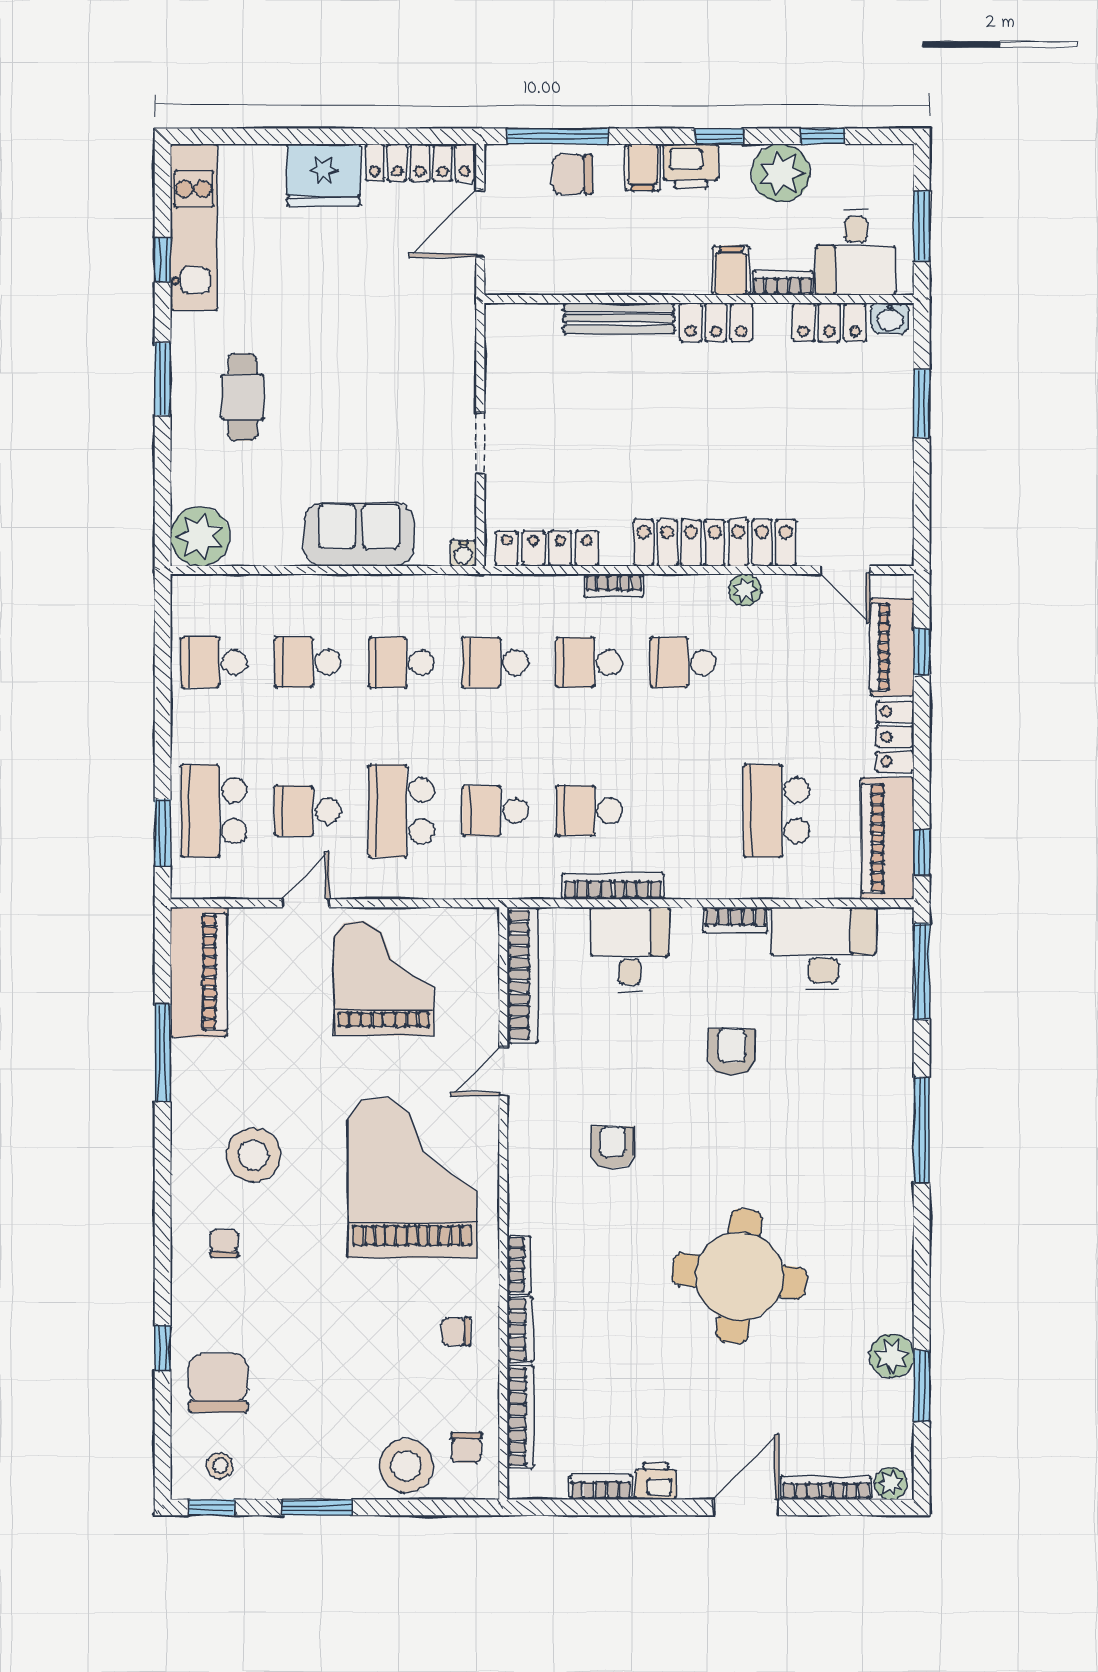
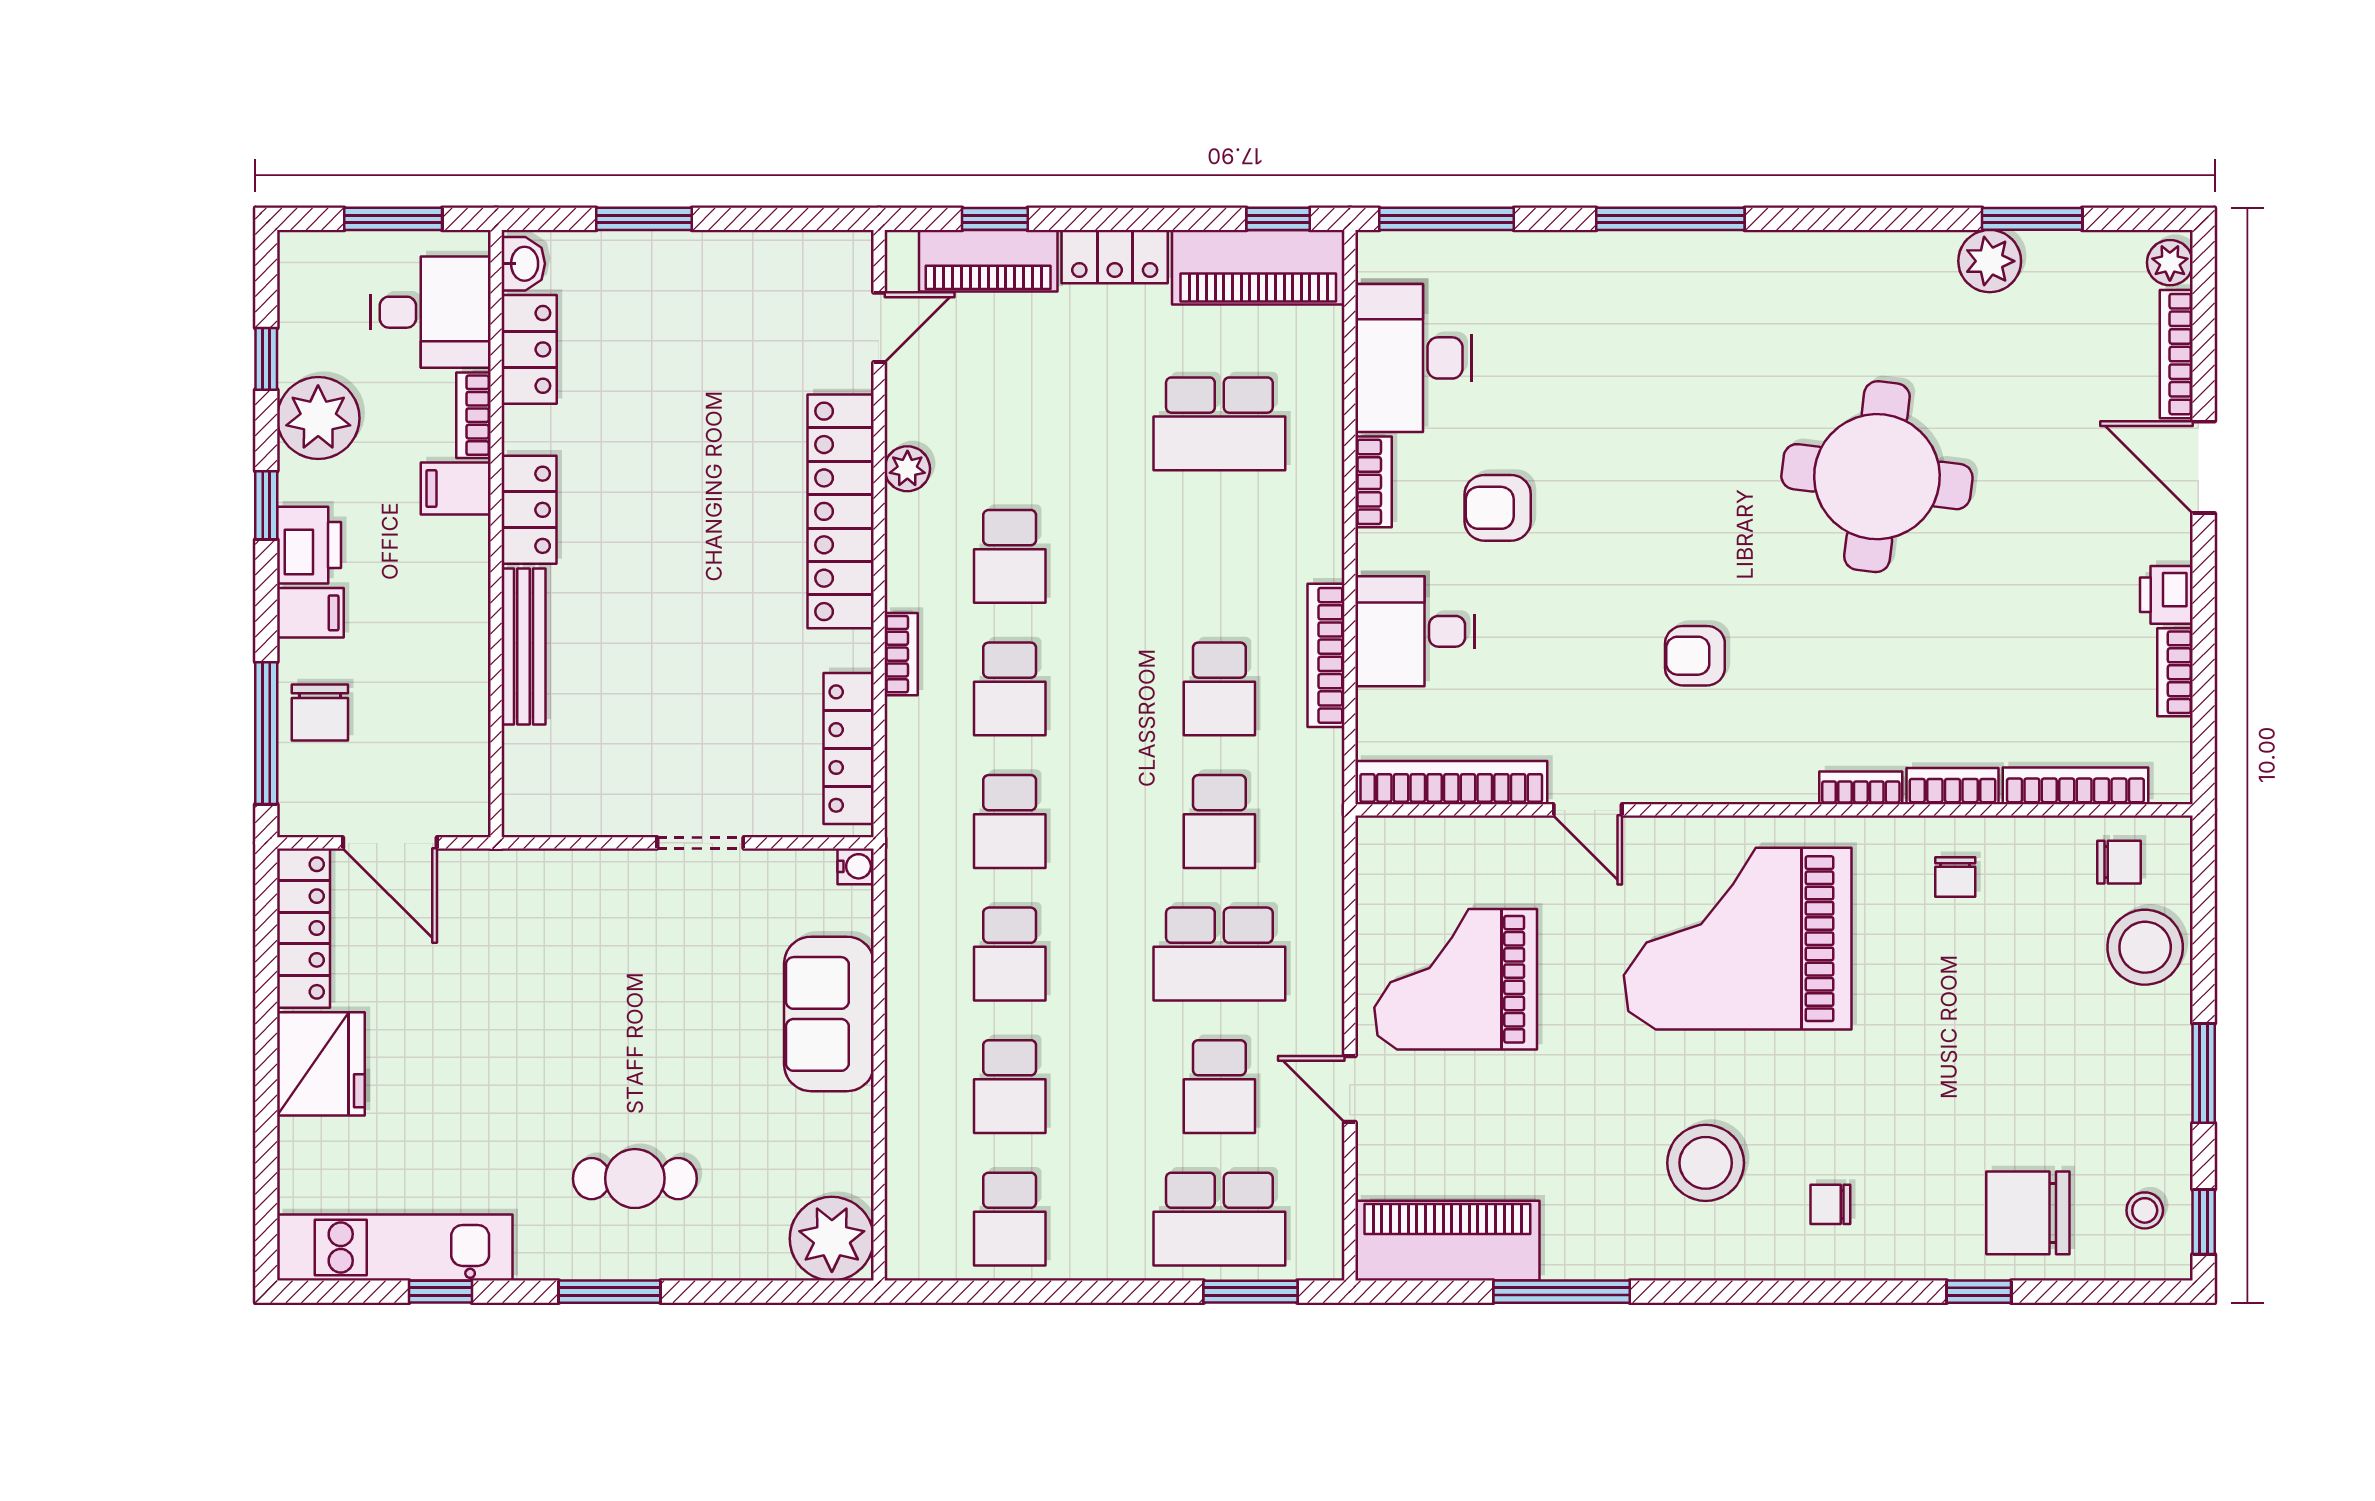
armchair: (732, 1052) -> (1498, 508), moved

